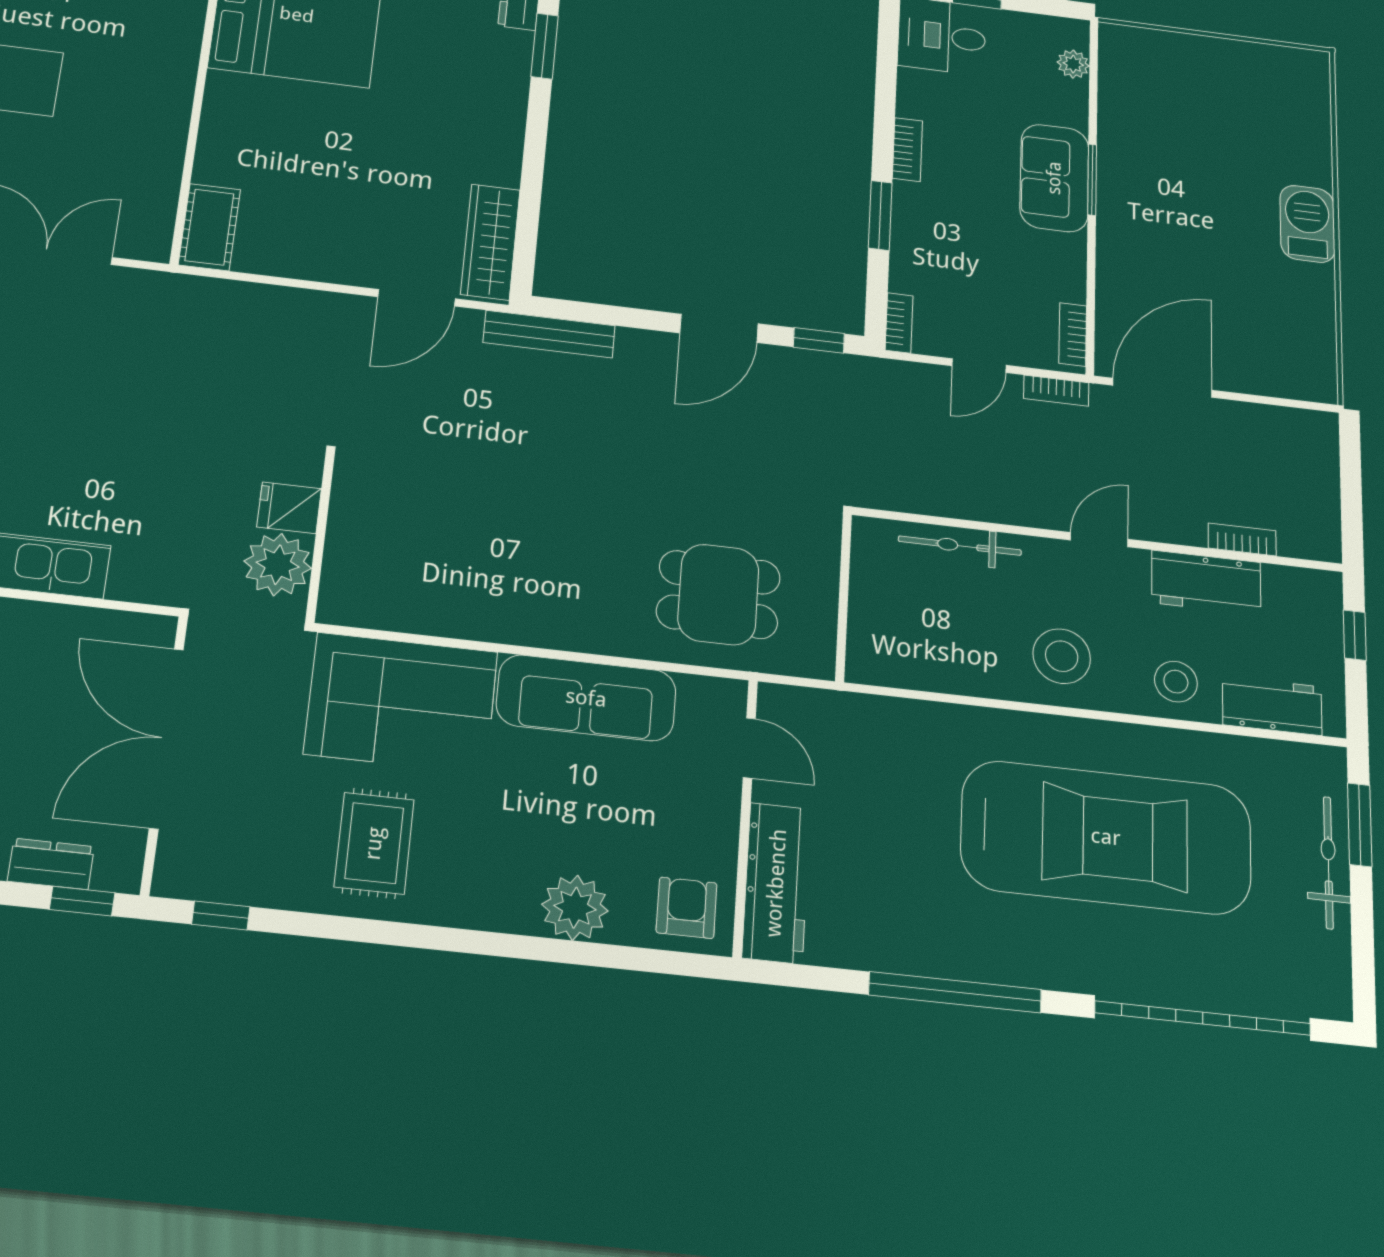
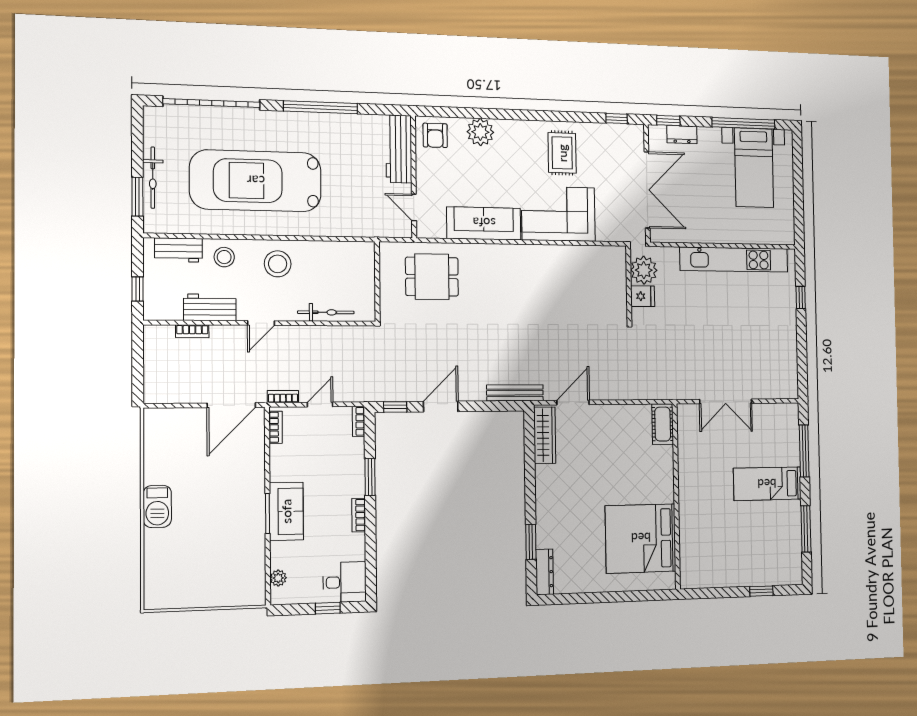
fridge: (289, 508) -> (643, 296), moved
wall: (320, 537) -> (629, 284), moved
plant: (278, 565) -> (644, 270), moved

